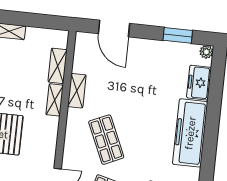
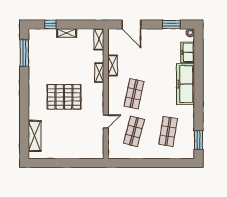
shelving: (58, 66) -> (99, 39), moved
shop shelf: (106, 140) -> (134, 94), turned 36

